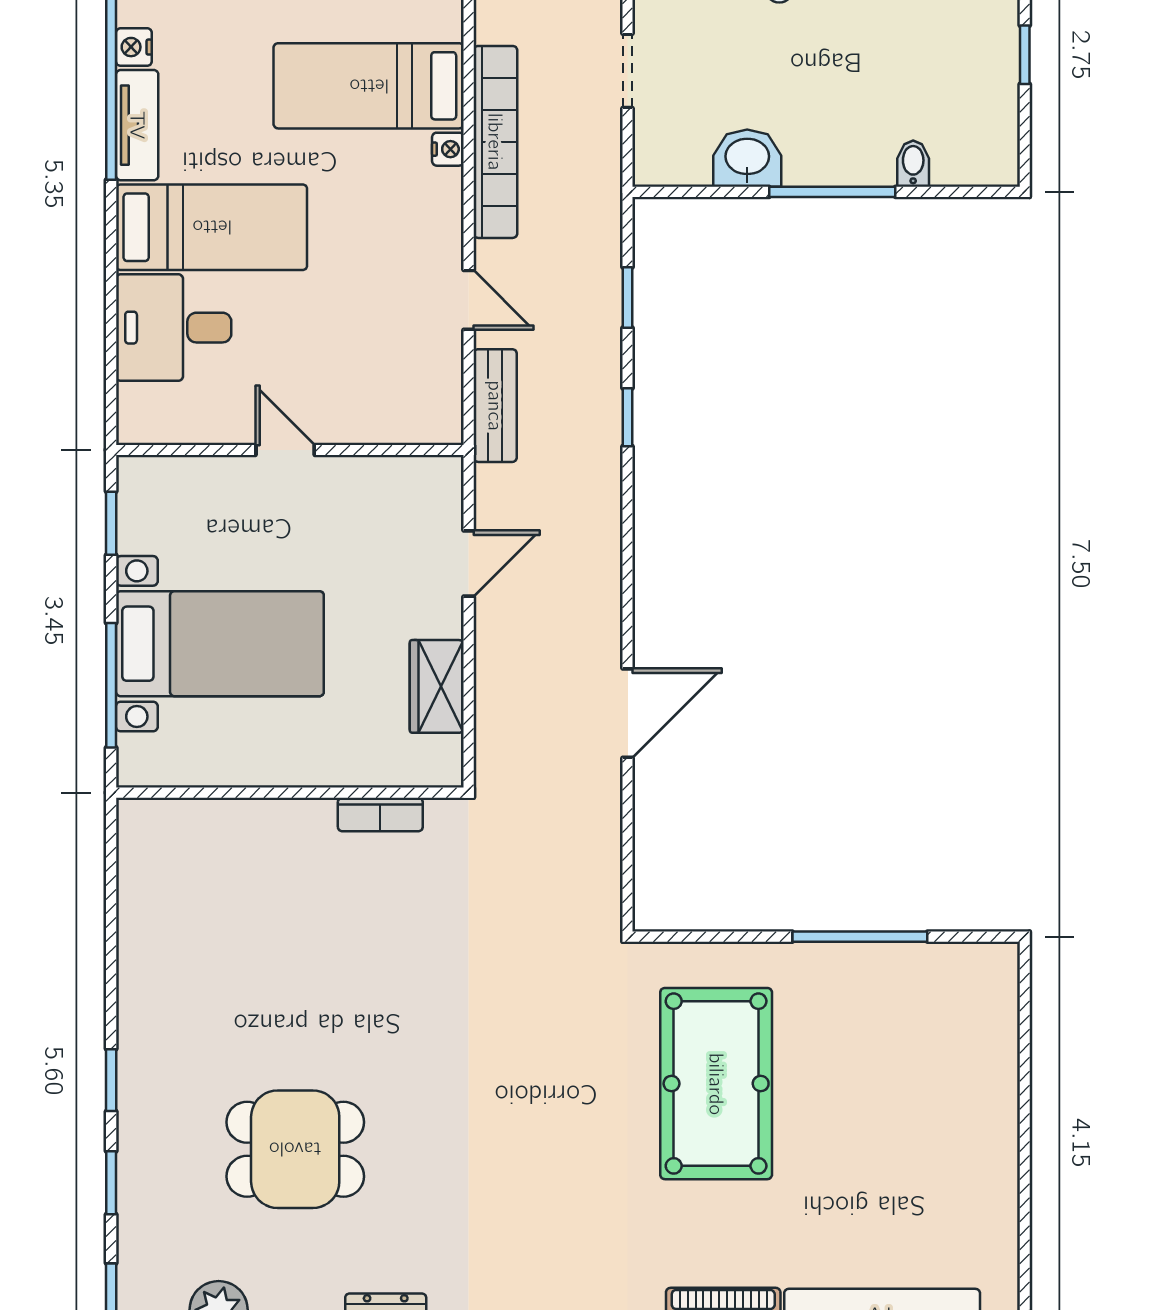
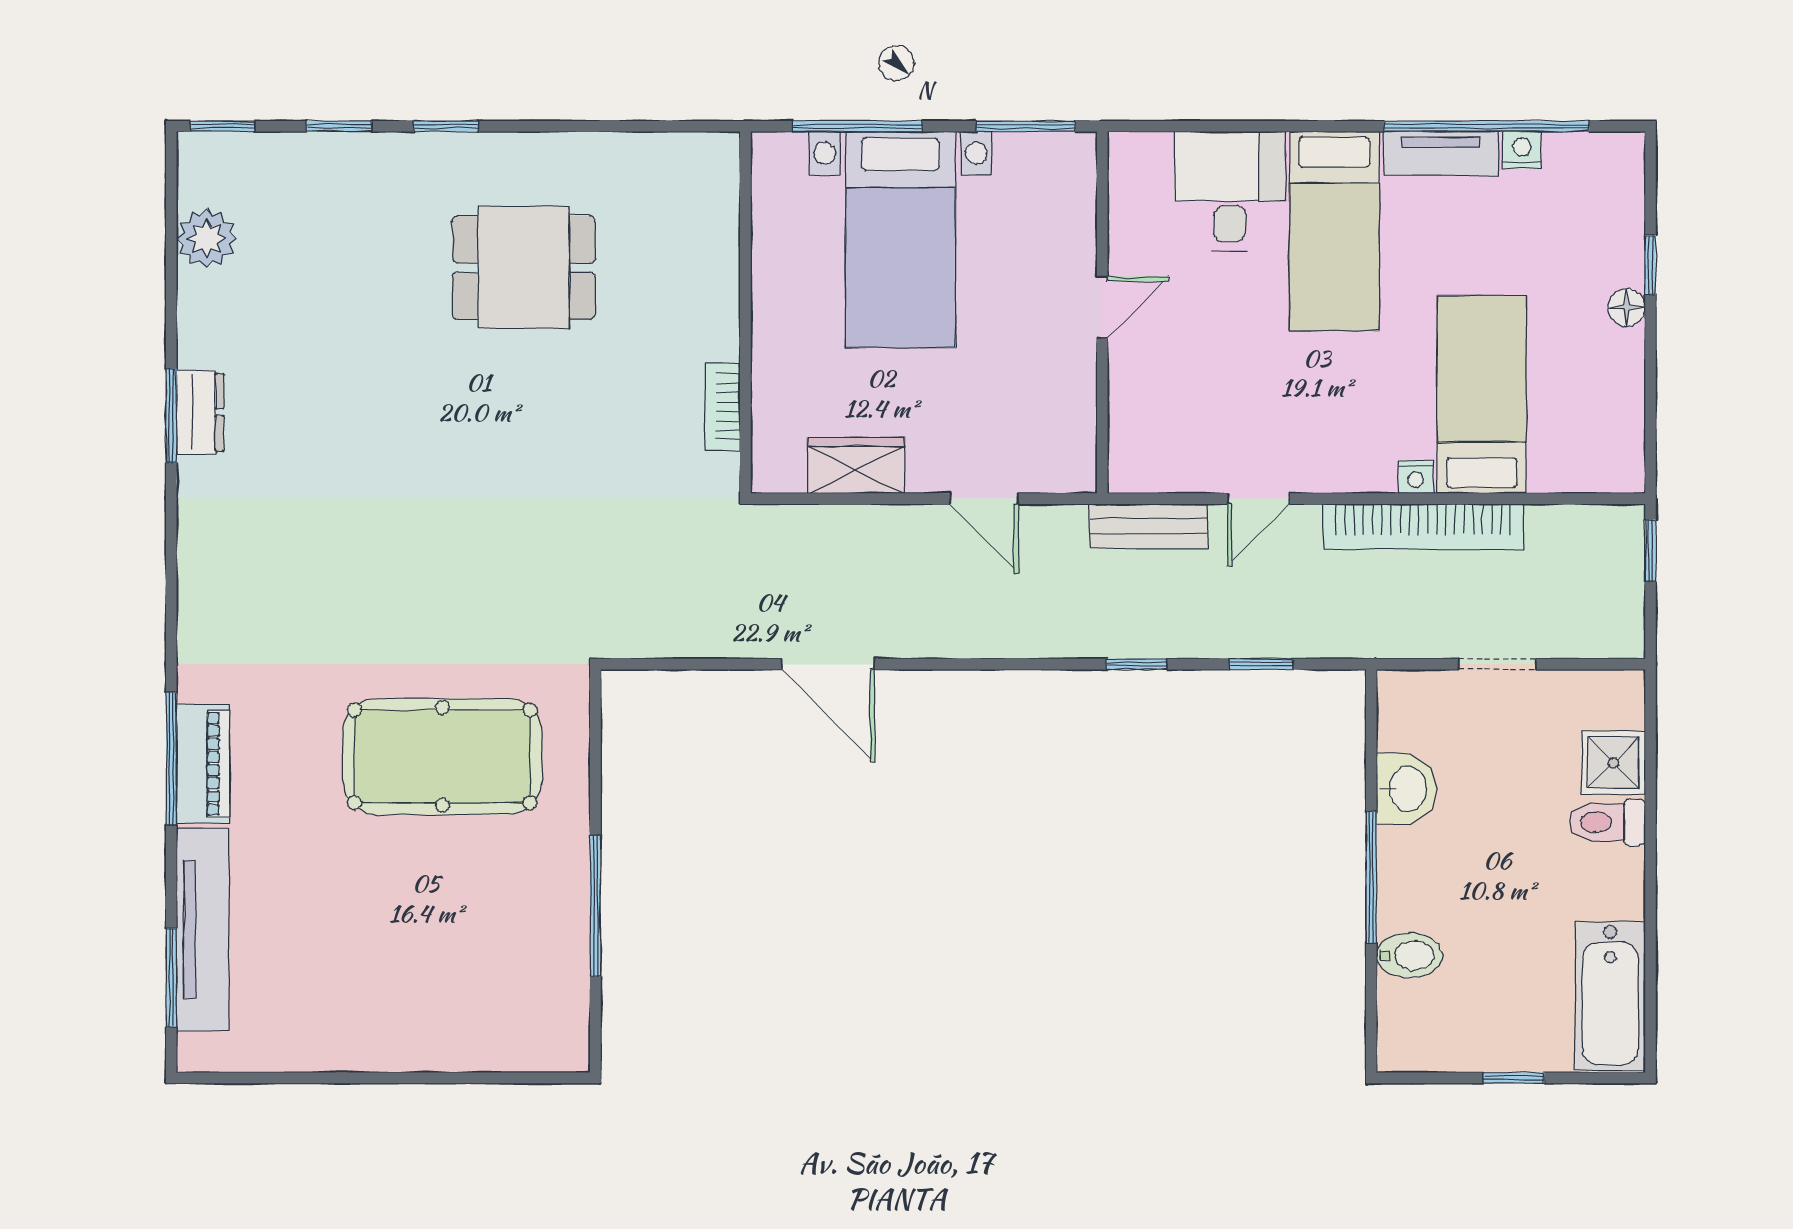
bidet: (913, 164) -> (1409, 955), width x1.38, depth x1.36
window: (111, 523) -> (1026, 126), width x1.50
dining table: (295, 1149) -> (524, 267), moved, turned 90

